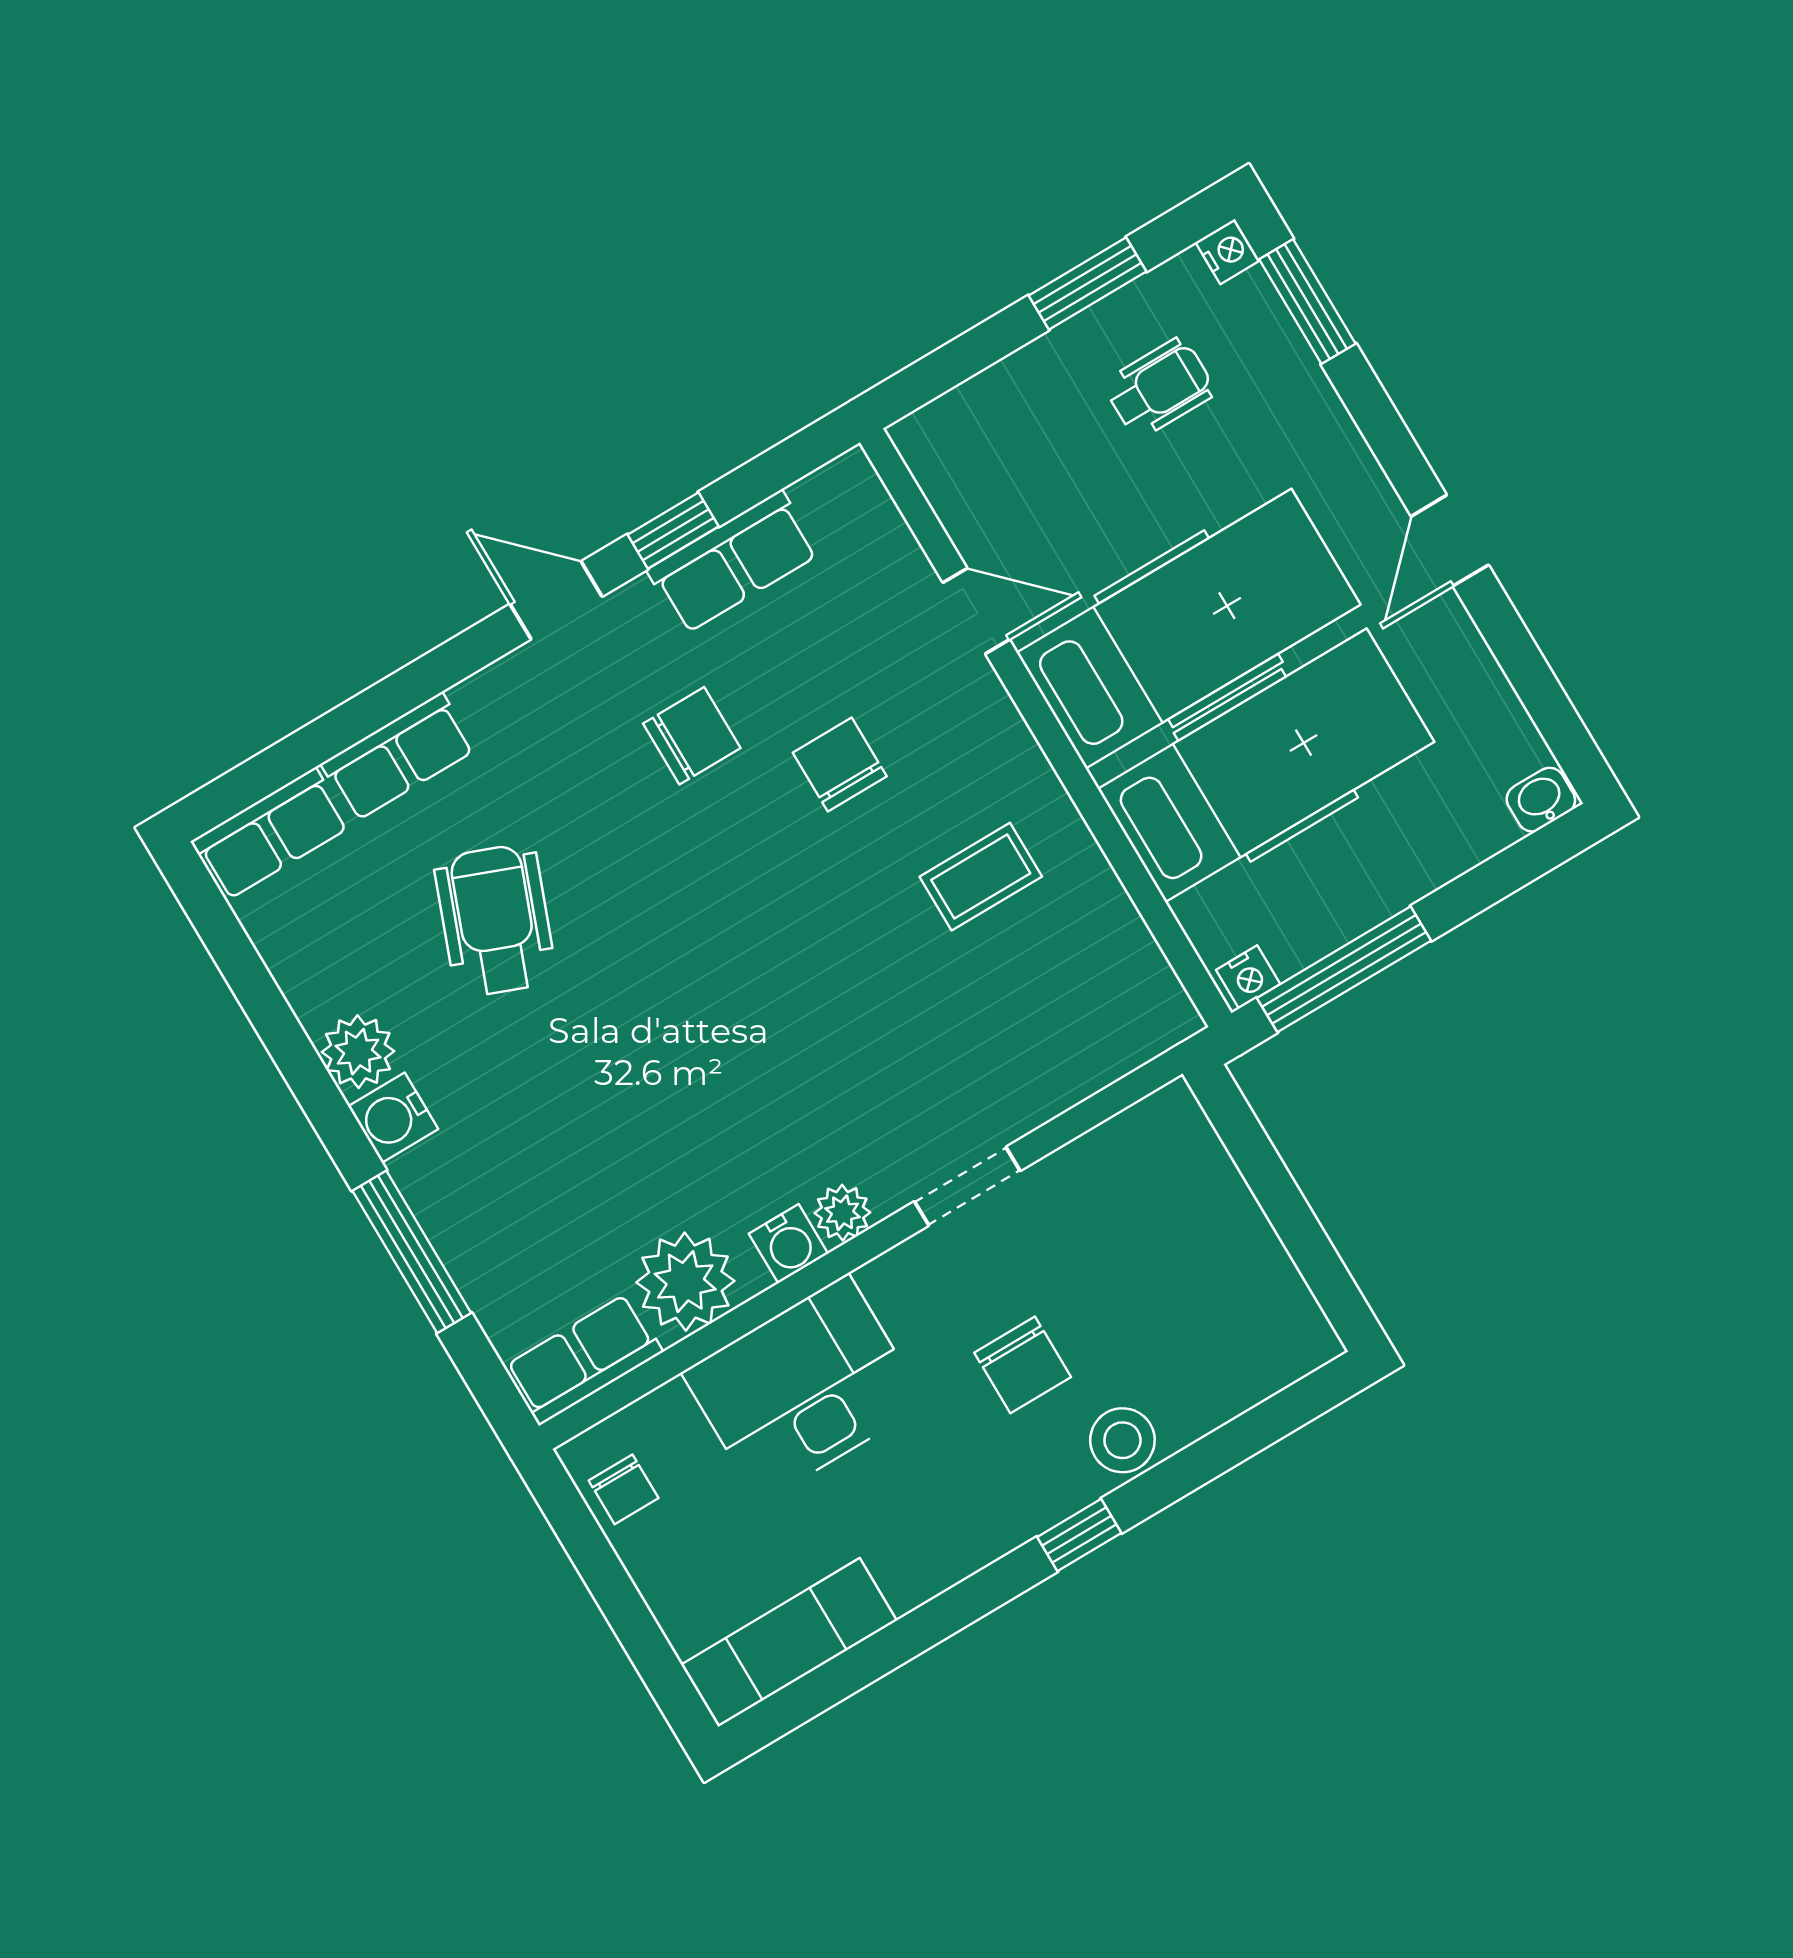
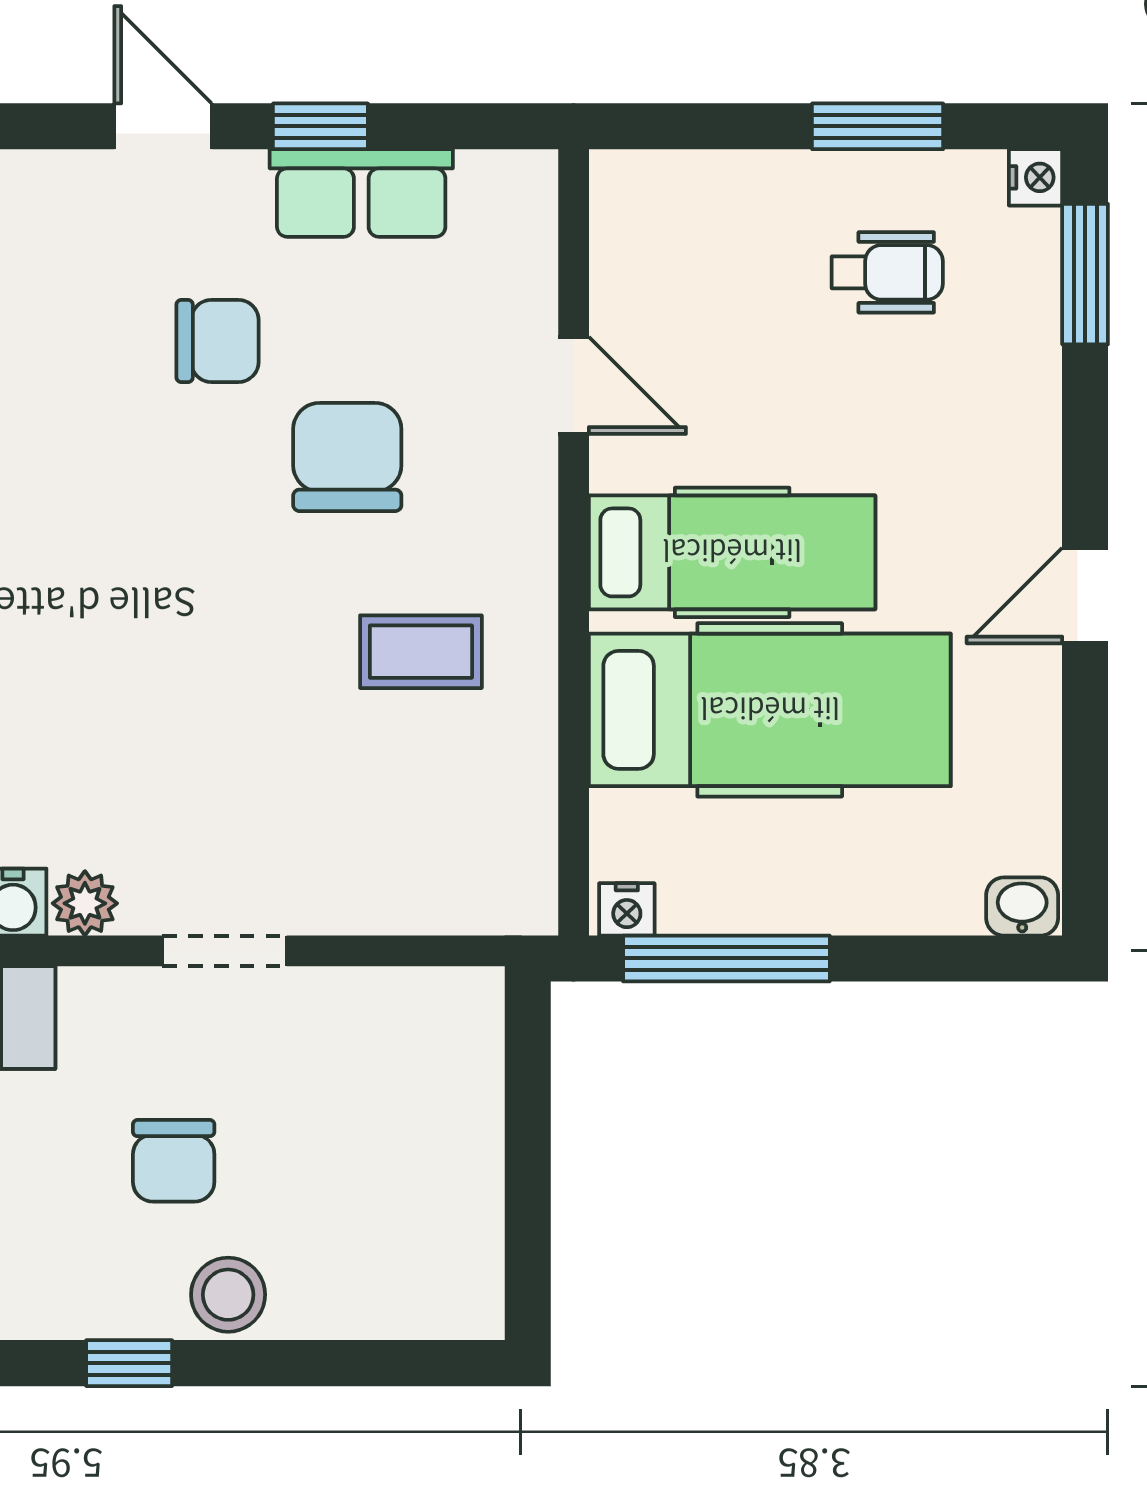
hospital bed: (1189, 629) -> (732, 552), width x0.73, depth x0.78
chair: (840, 765) -> (347, 457), width x1.37, depth x1.37

